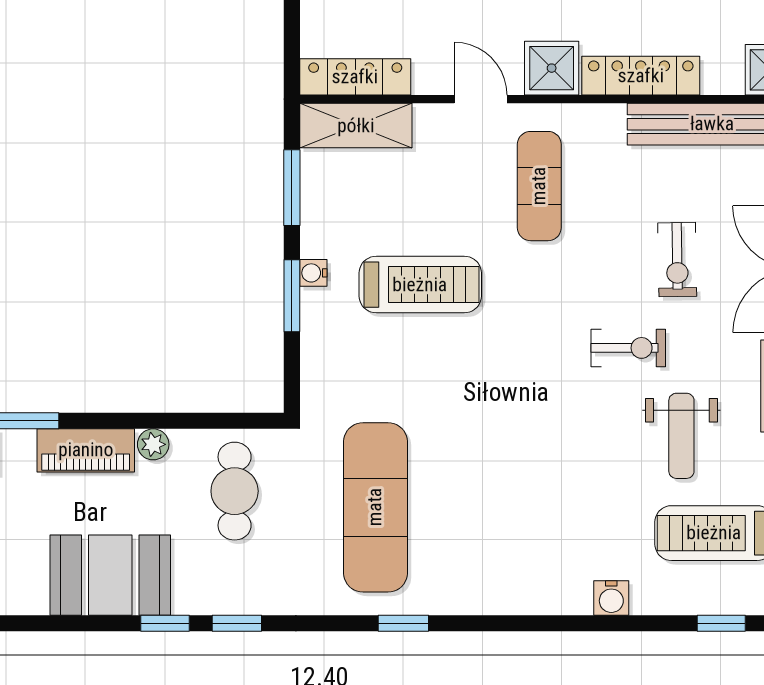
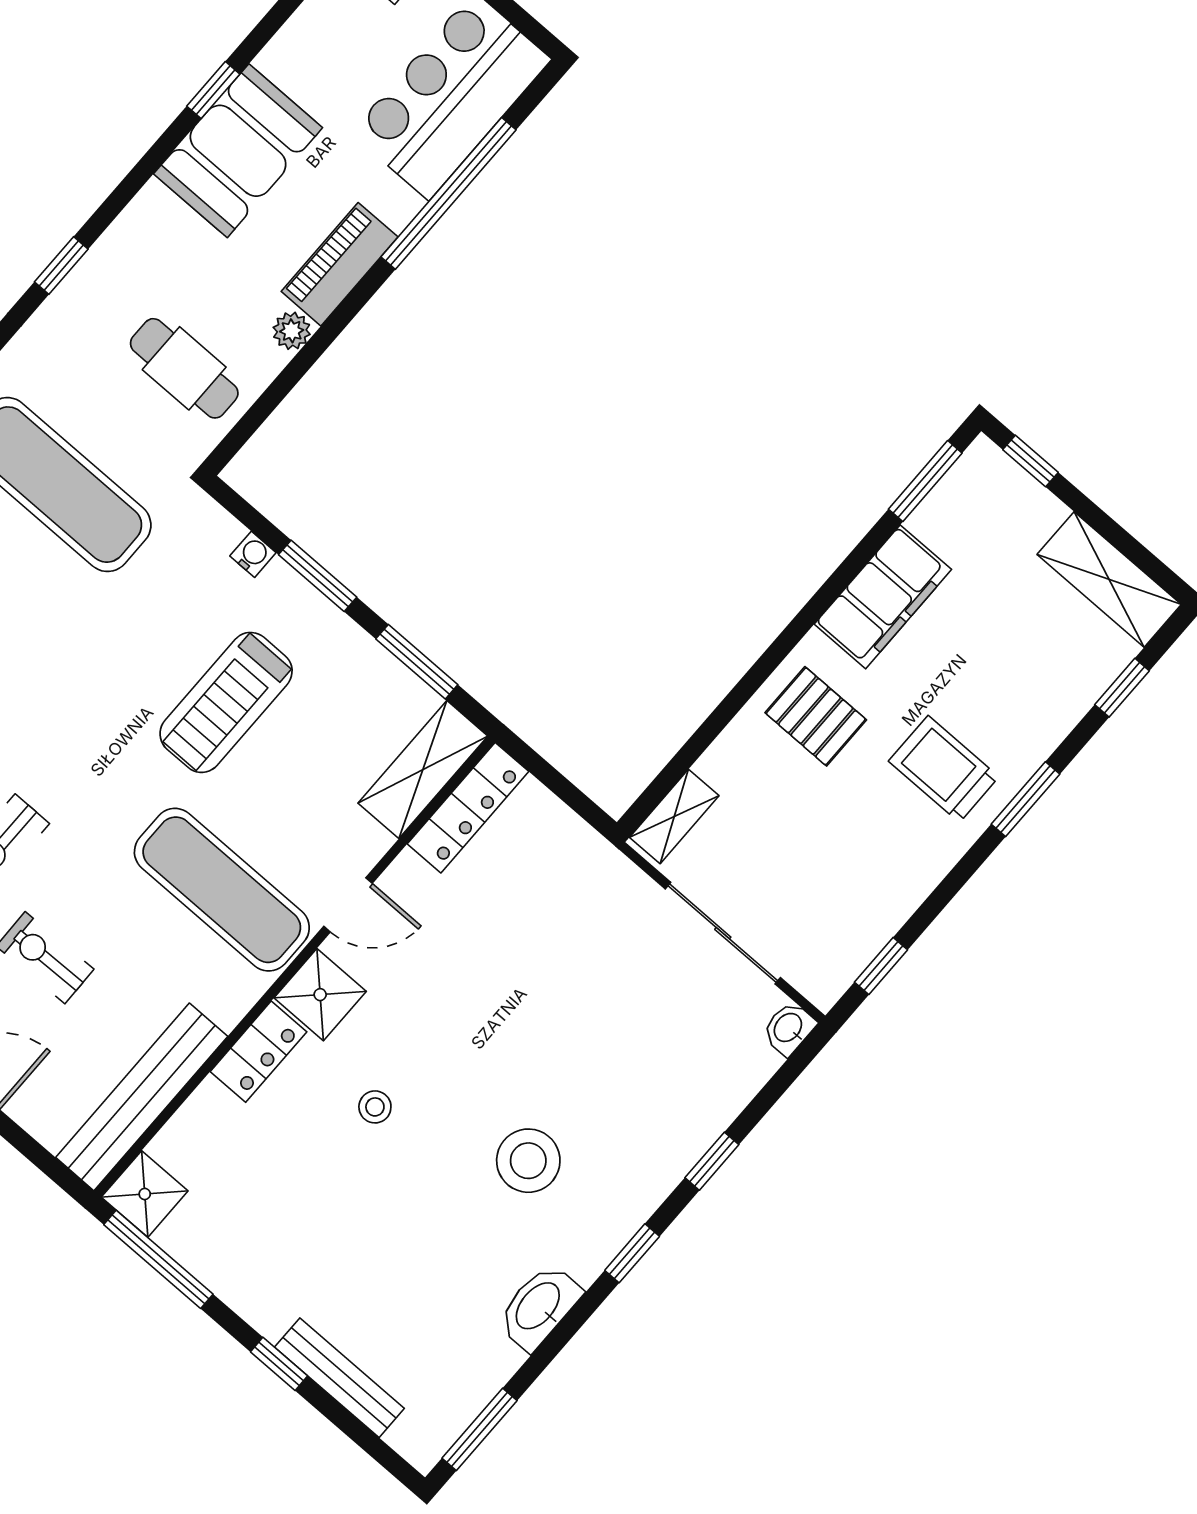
locker: (641, 76) -> (258, 1052), width x0.66
exercise mat: (539, 186) -> (222, 890), width x1.36, depth x1.45
water cooler: (313, 273) -> (253, 554), moved
booth: (110, 575) -> (238, 151), moved
window: (165, 623) -> (213, 90), moved

